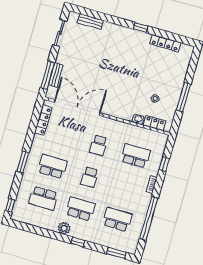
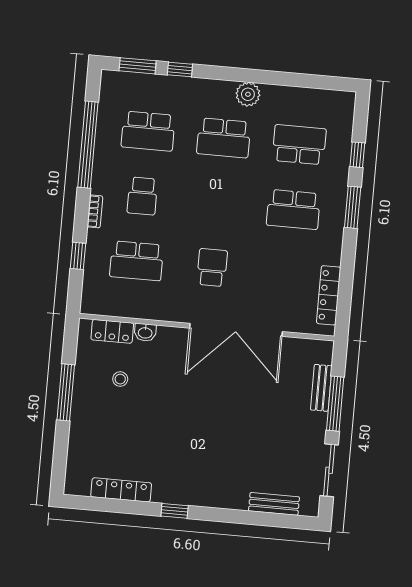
window: (48, 75) -> (335, 404), moved
double door: (77, 108) -> (236, 330), moved
school desk: (89, 177) -> (142, 196), moved, turned 180
window: (10, 205) -> (357, 155), moved
window: (78, 242) -> (180, 70), moved

